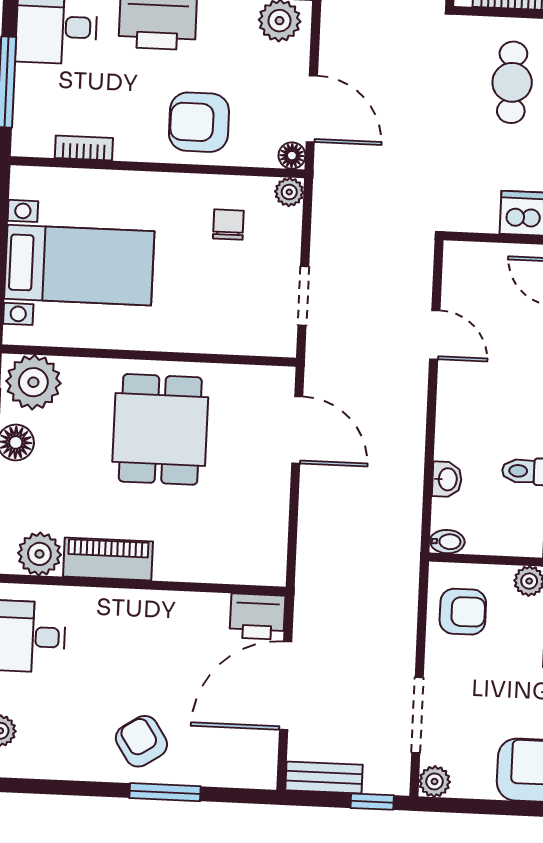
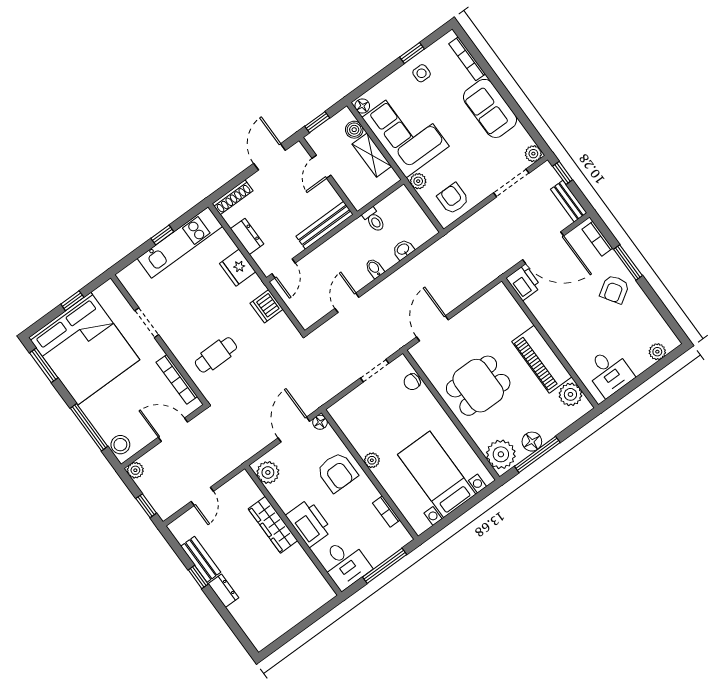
plant: (289, 192) -> (372, 460), moved
chair: (228, 225) -> (412, 382), moved
bidet: (447, 542) -> (375, 268), moved
piano: (108, 559) -> (542, 359), width x1.37, depth x1.33
bookcase: (235, 775) -> (597, 239), added

